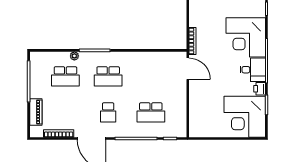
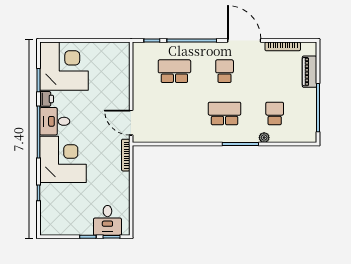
school desk: (65, 76) -> (275, 113), width x0.54

